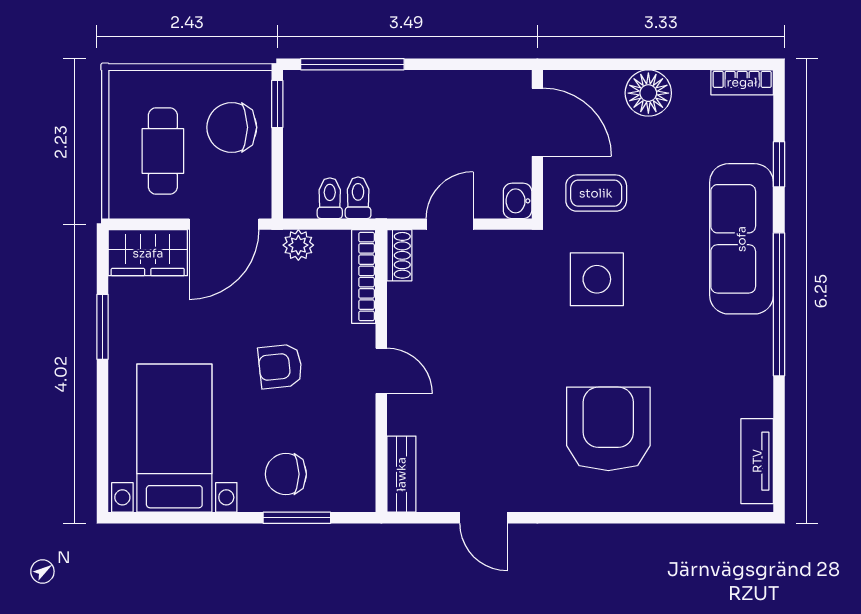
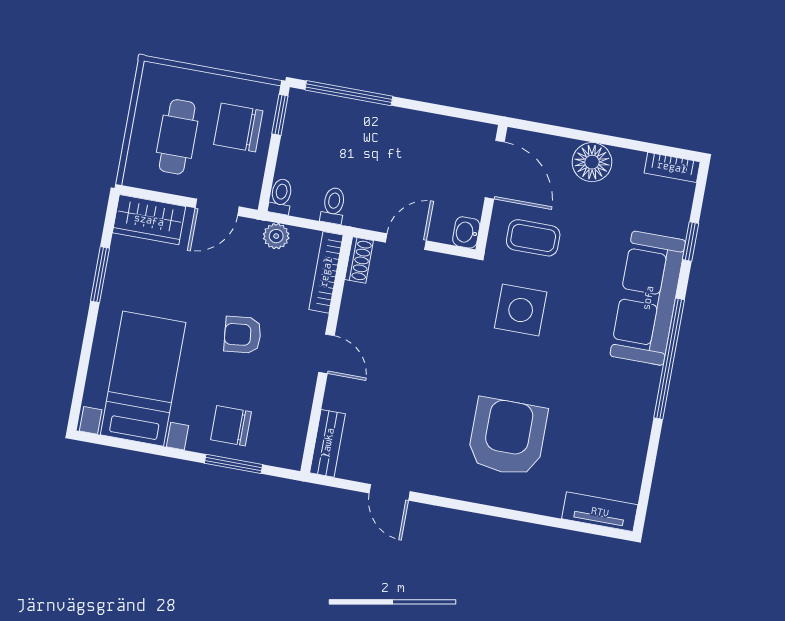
toilet: (330, 198) -> (281, 196), moved
door: (224, 224) -> (217, 207), width x0.73
tv unit: (757, 461) -> (600, 512), moved, turned 90

